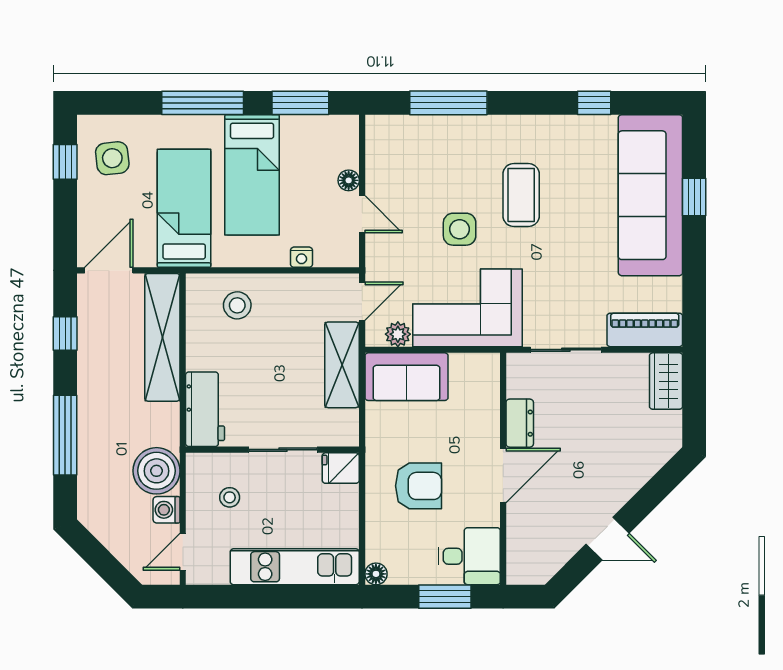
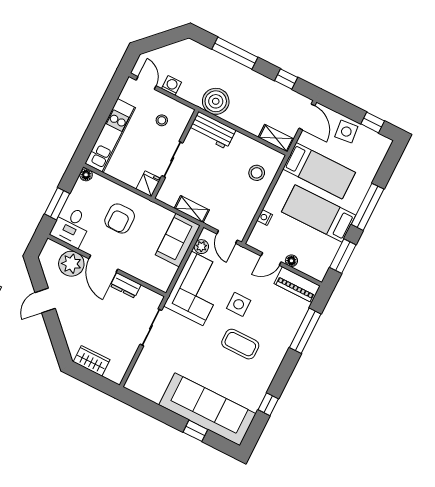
side table: (112, 158) -> (346, 132), moved
piano: (645, 330) -> (297, 285), moved, turned 90
shelving: (162, 337) -> (276, 138), width x0.45, depth x0.75
shelving: (342, 365) -> (192, 209), width x0.67, depth x0.75
wardrobe: (666, 381) -> (92, 361), moved
boiler: (157, 471) -> (216, 101), moved
plant: (528, 526) -> (71, 264), added

